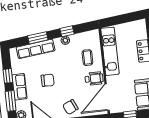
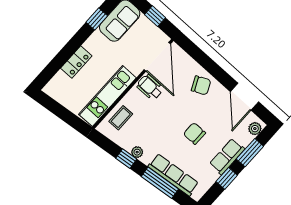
window: (38, 38) -> (160, 183), width x1.44
coffee table: (87, 58) -> (121, 118), moved
door: (107, 97) -> (157, 57), hinge flipped

